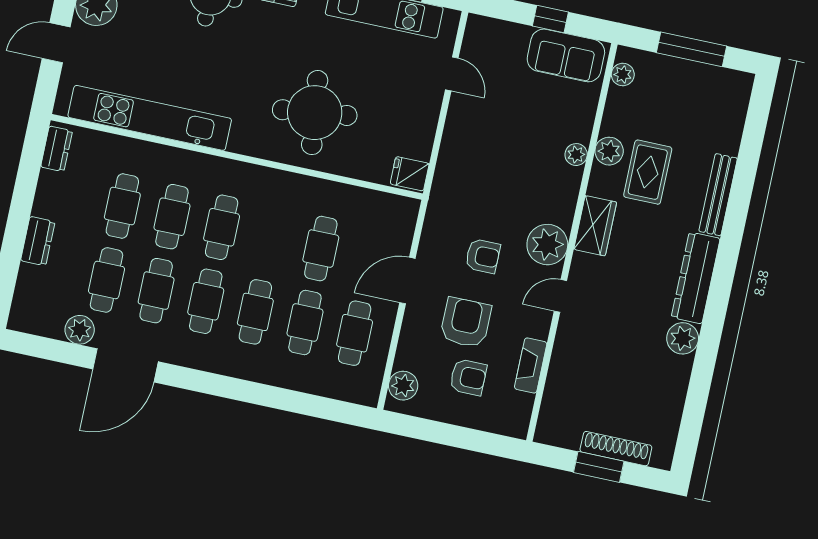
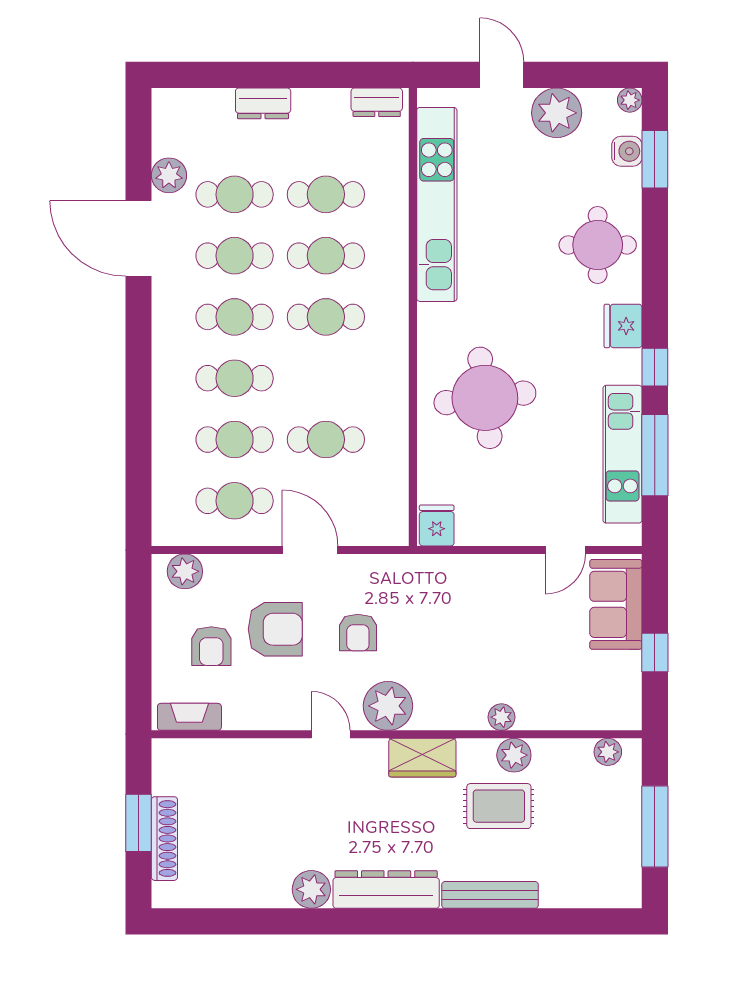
sofa: (566, 55) -> (616, 604), moved
fireplace: (531, 365) -> (189, 717), moved

